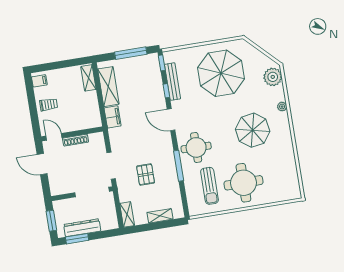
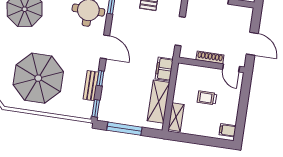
bench: (173, 82) -> (91, 86), width x0.73
trolley: (49, 105) -> (207, 98), moved
doorway: (111, 166) -> (180, 31), moved

